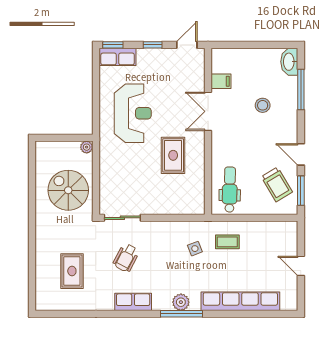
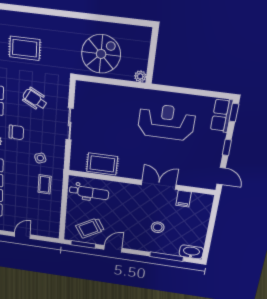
reception desk: (133, 113) -> (166, 122), turned 180
rug: (173, 155) -> (102, 164), moved
sliding door: (122, 218) -> (70, 124), moved
chair: (168, 277) -> (16, 132), added

